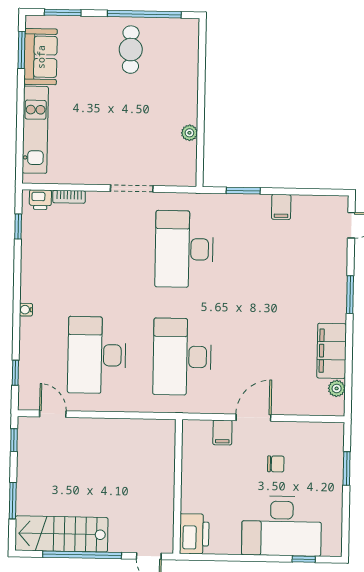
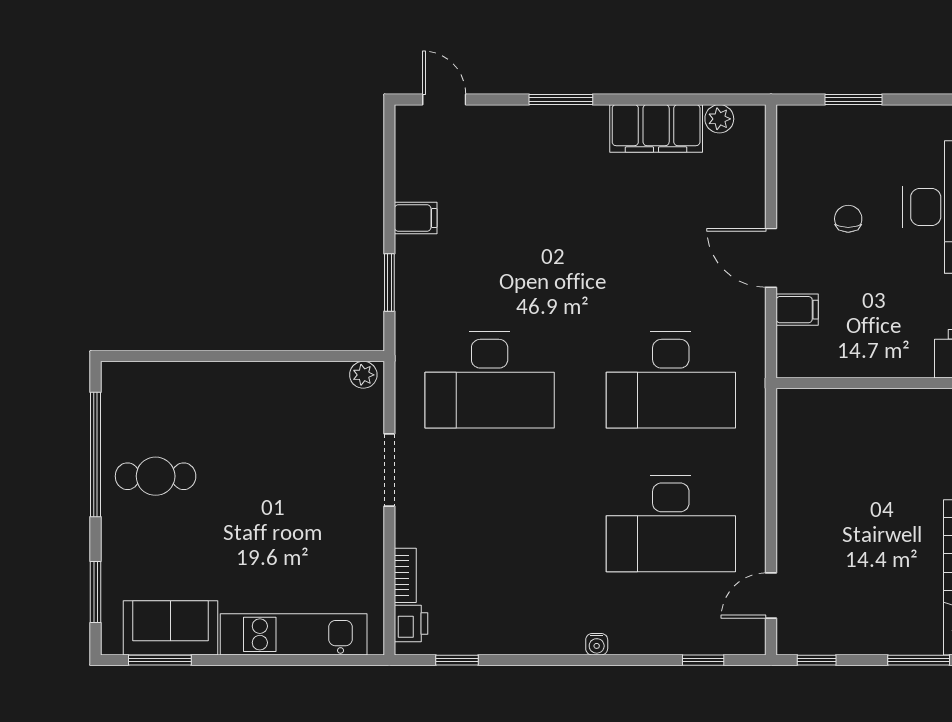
plant: (189, 133) -> (363, 375), moved

